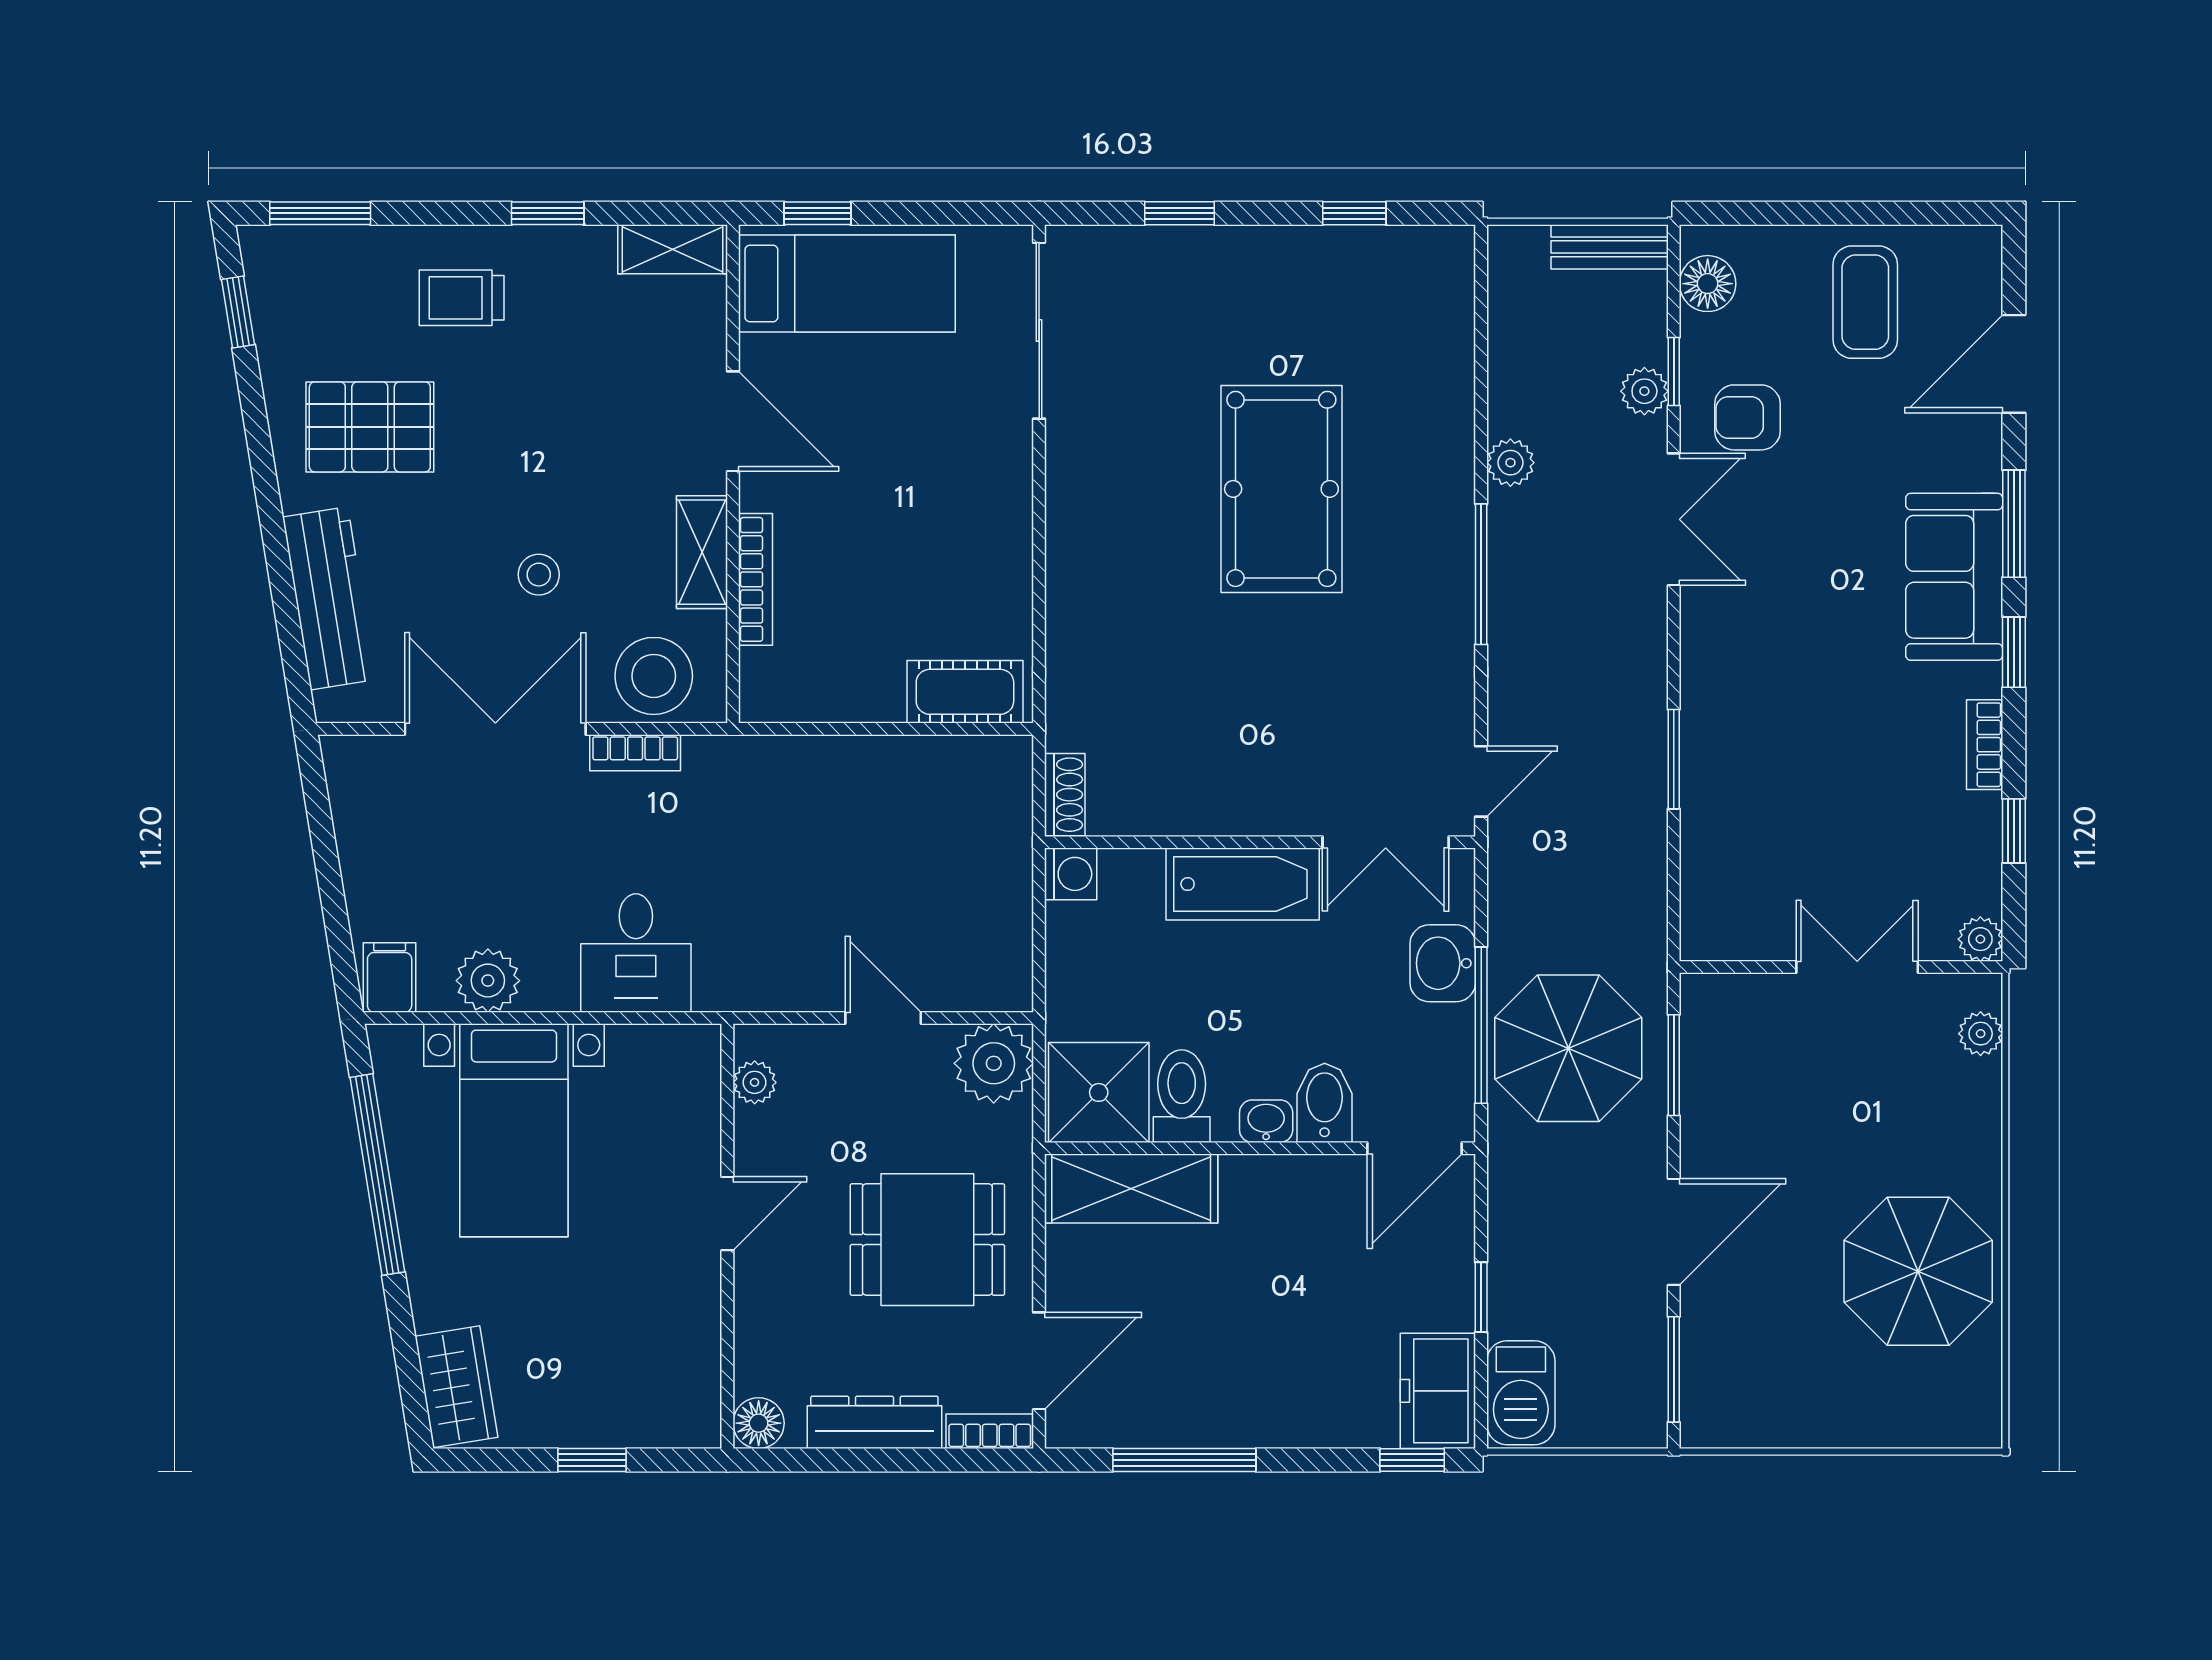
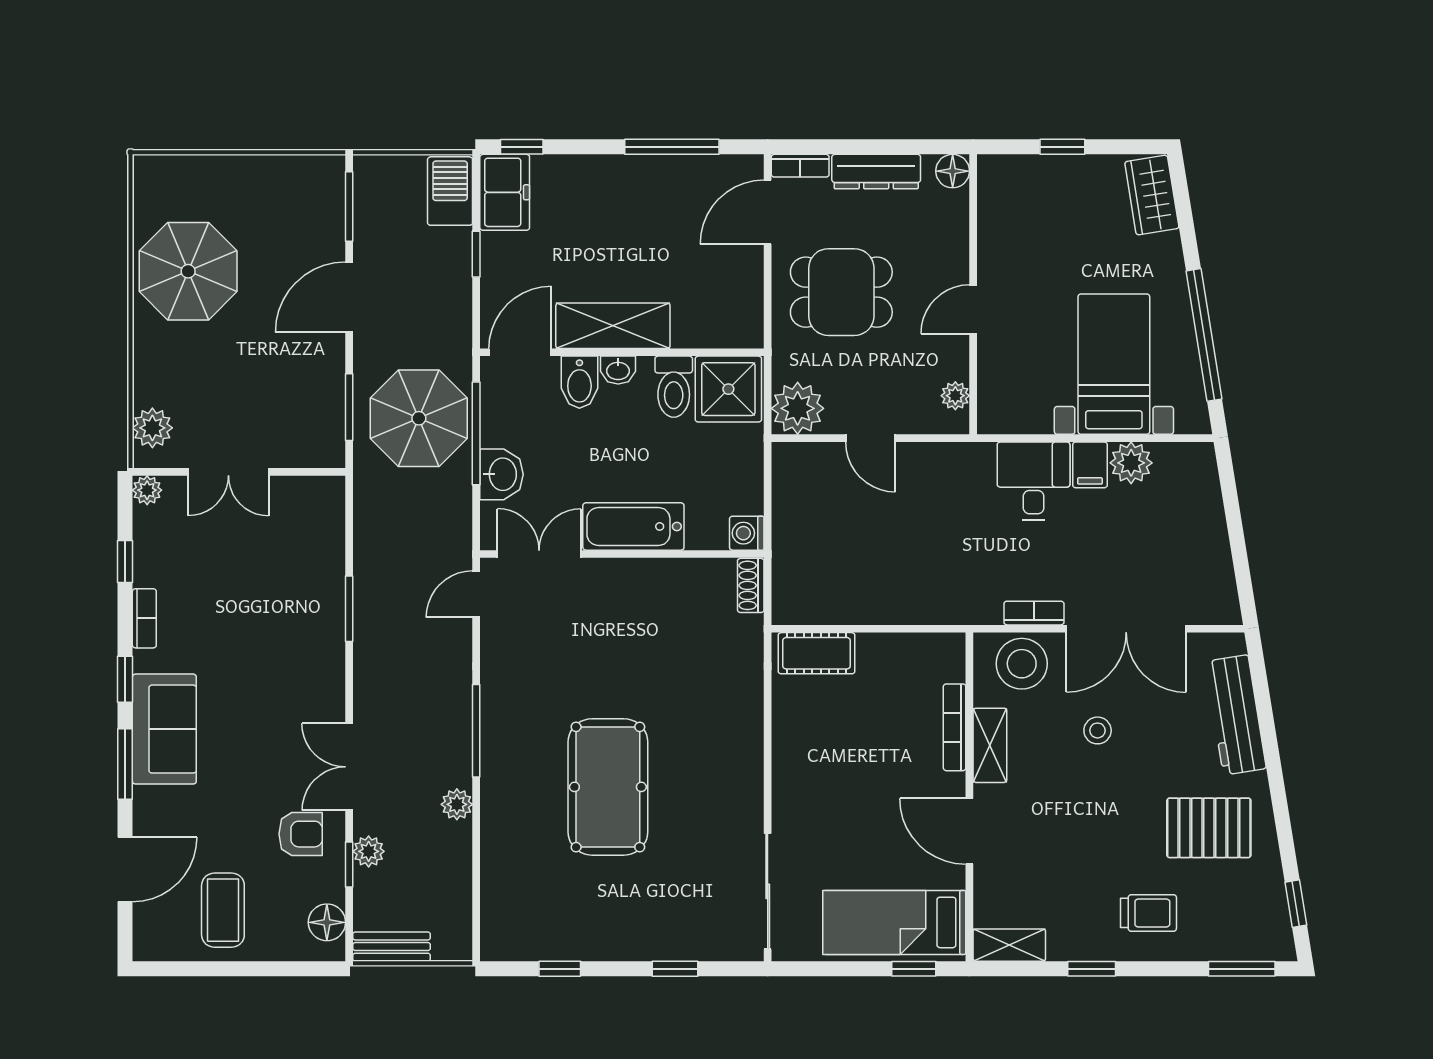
filing cabinet: (390, 977) -> (1090, 465), moved
plant: (1981, 1034) -> (152, 428), width x1.38, depth x1.38
shelving: (1131, 1189) -> (613, 326), moved

